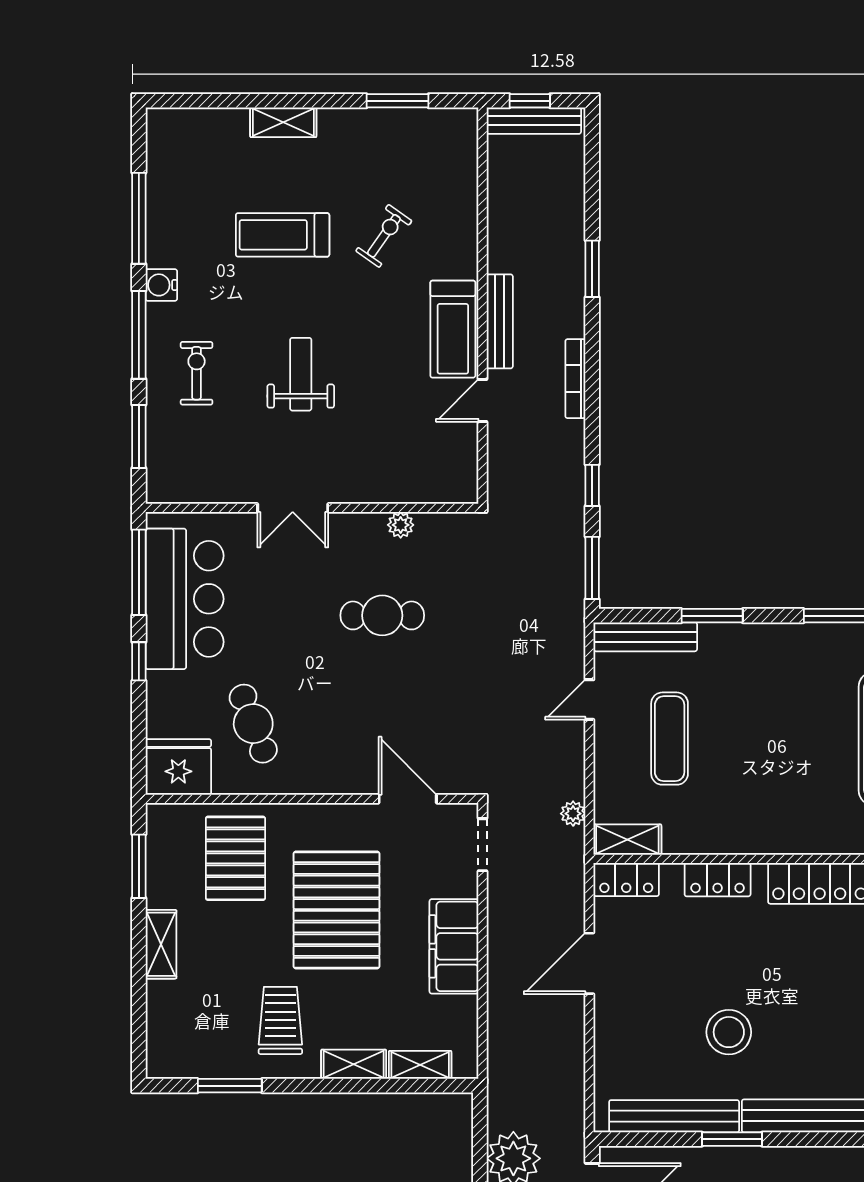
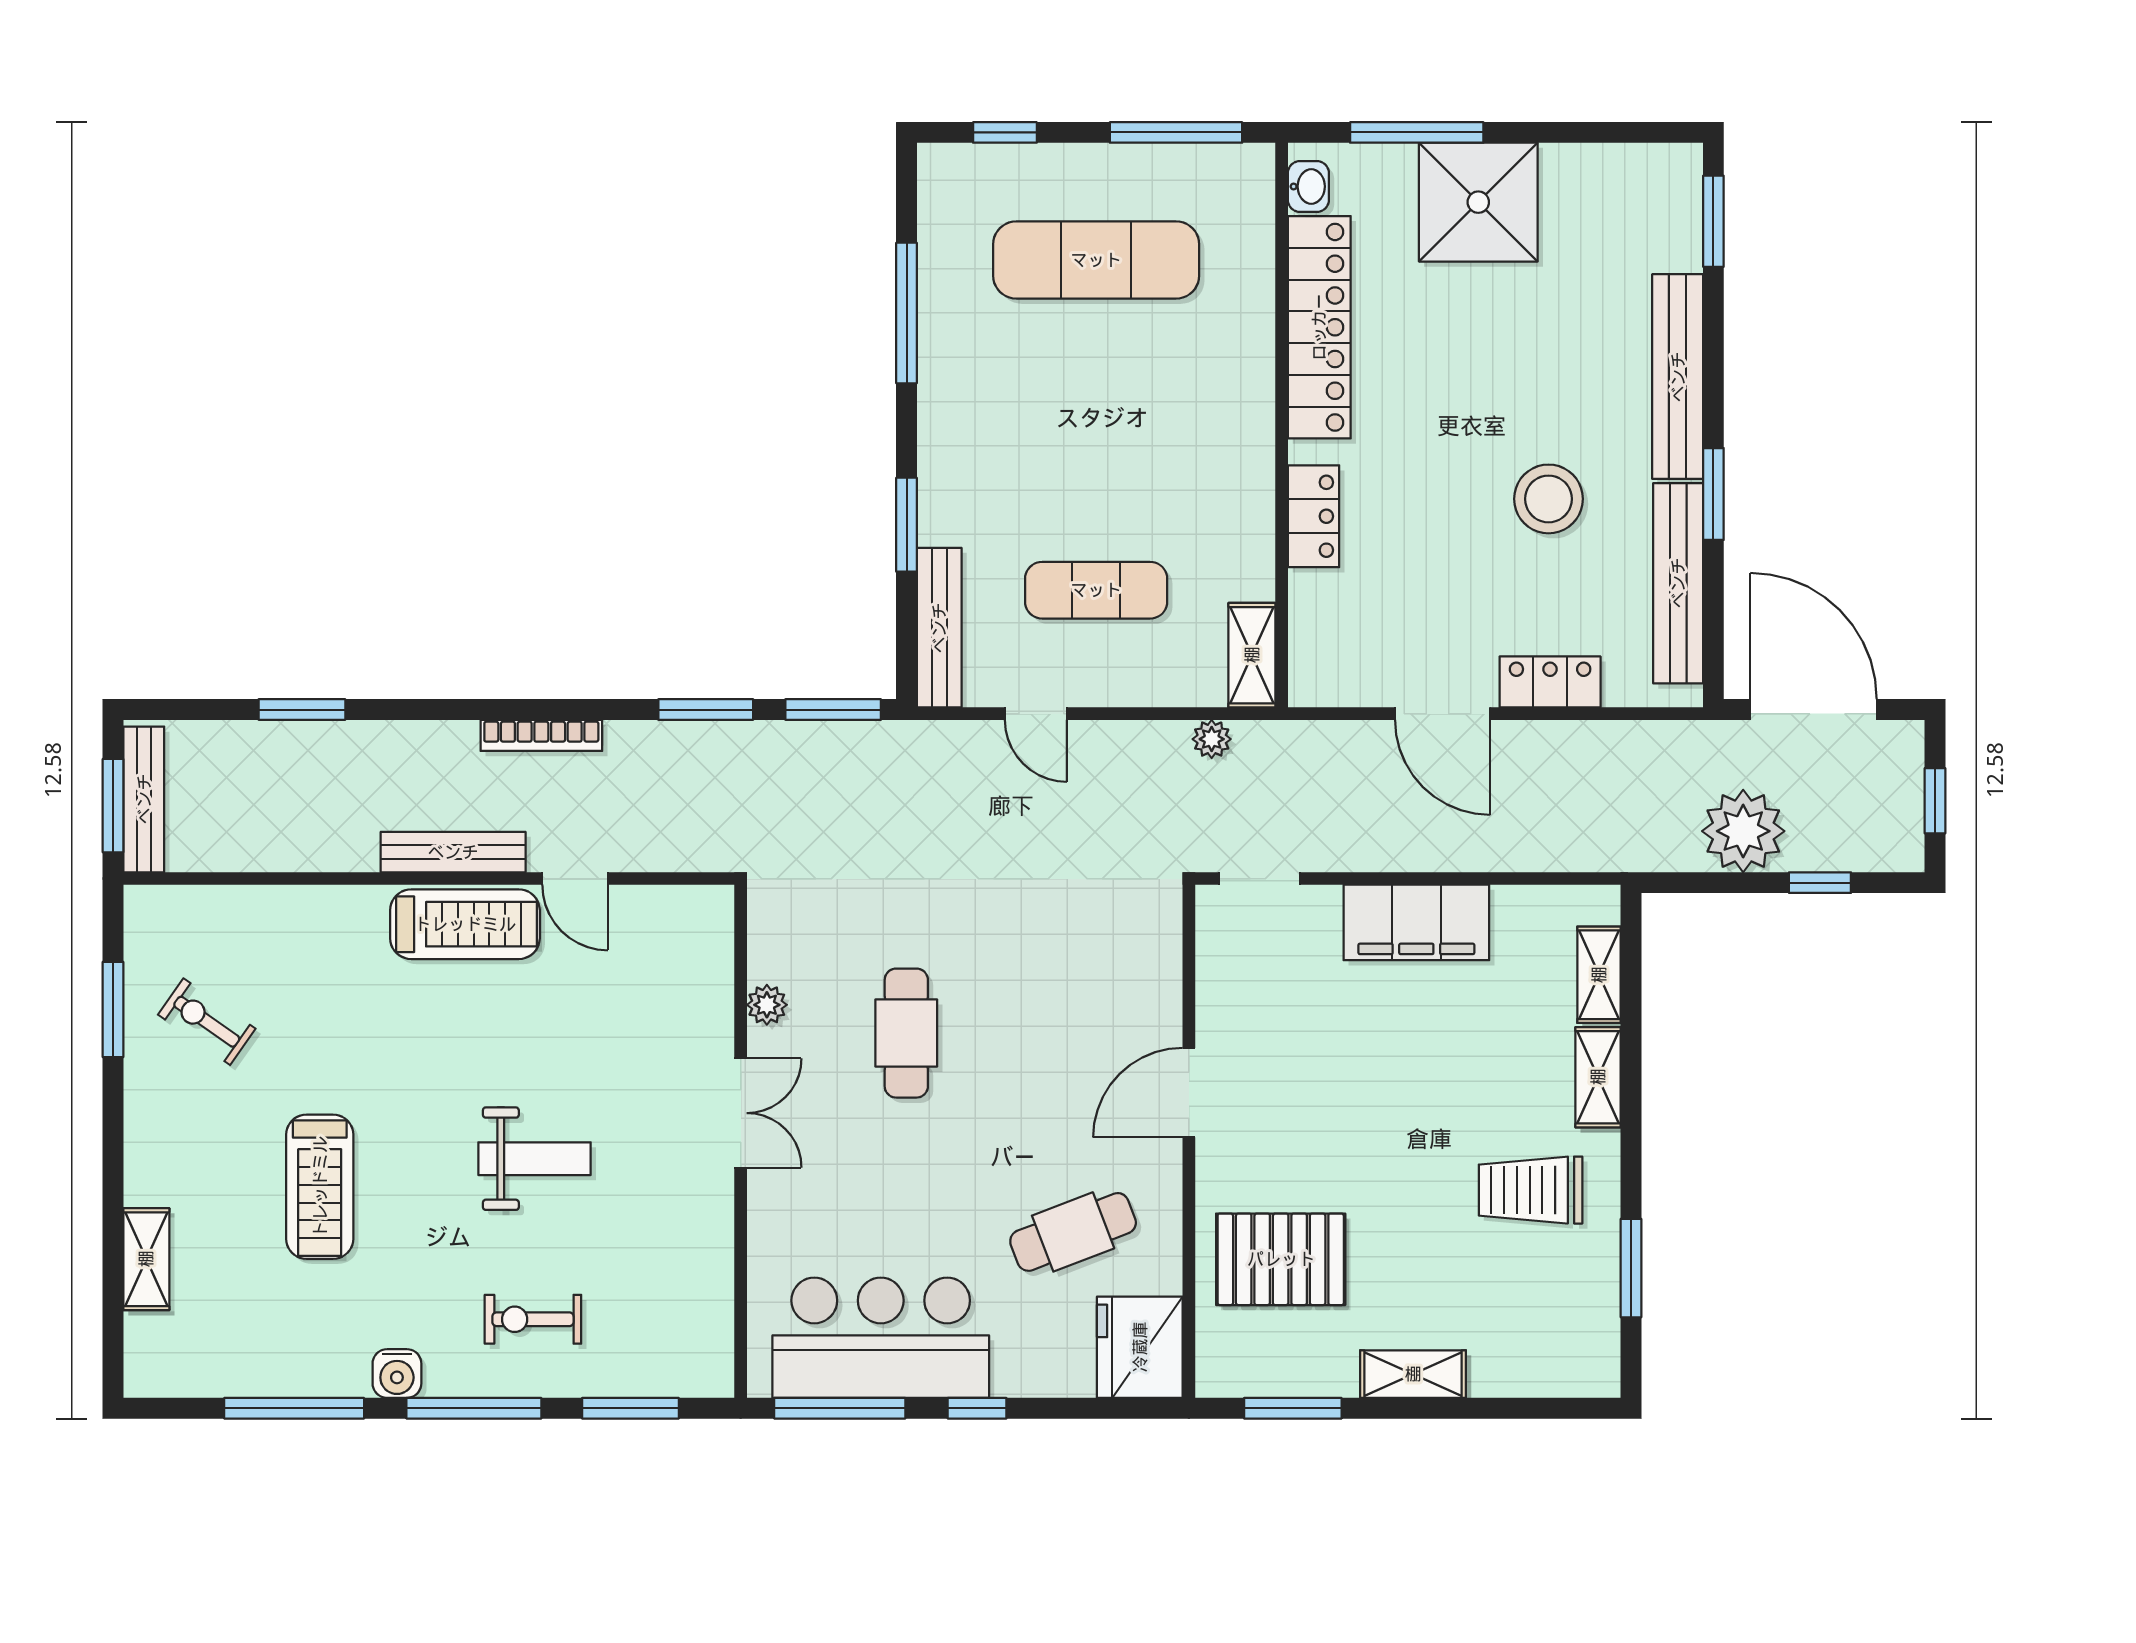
window: (530, 101) -> (113, 806), width x1.50
shelving: (283, 122) -> (146, 1259), moved
exercise bike: (384, 236) -> (207, 1022), moved
window: (592, 269) -> (302, 710), moved
weight bench: (301, 374) -> (535, 1159), turned 180
window: (592, 485) -> (706, 710), width x1.50
double door: (293, 508) -> (741, 1113), moved
door: (408, 799) -> (1189, 1093), moved
locker: (626, 879) -> (1550, 682), moved, turned -90
pallet: (337, 910) -> (1360, 1104), removed

